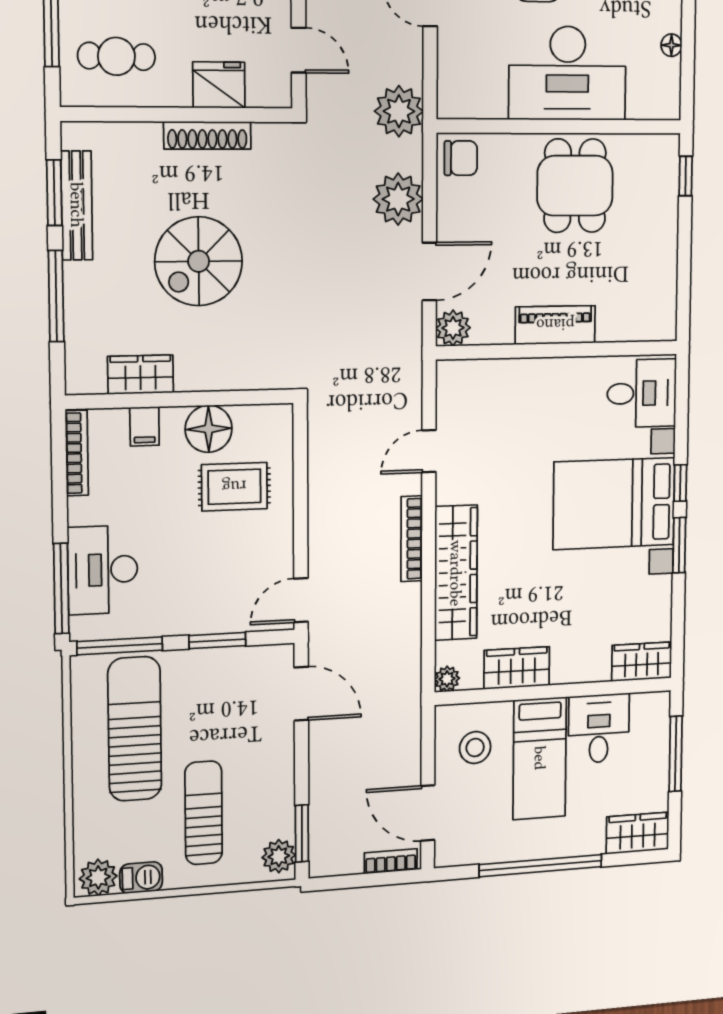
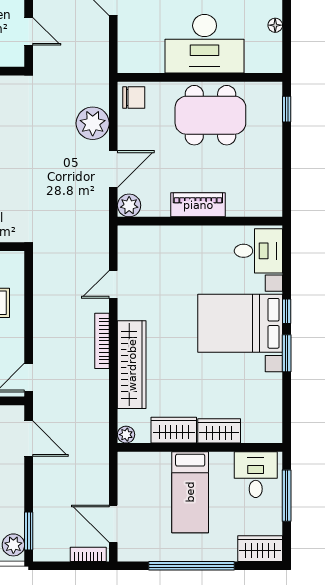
plant: (399, 111) -> (93, 68), removed
dining table: (575, 186) -> (210, 115), width x1.37
wardrobe: (642, 662) -> (219, 431), moved
desk: (599, 729) -> (256, 475), moved
stool: (475, 748) -> (145, 482), removed

